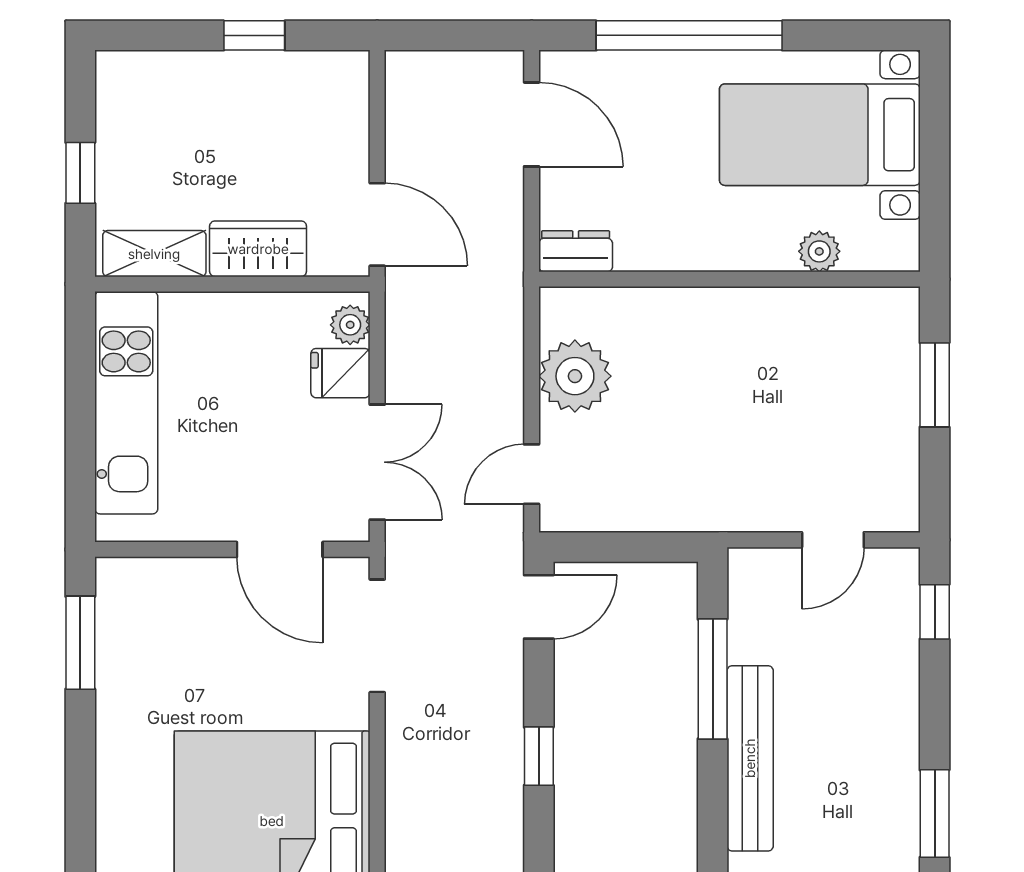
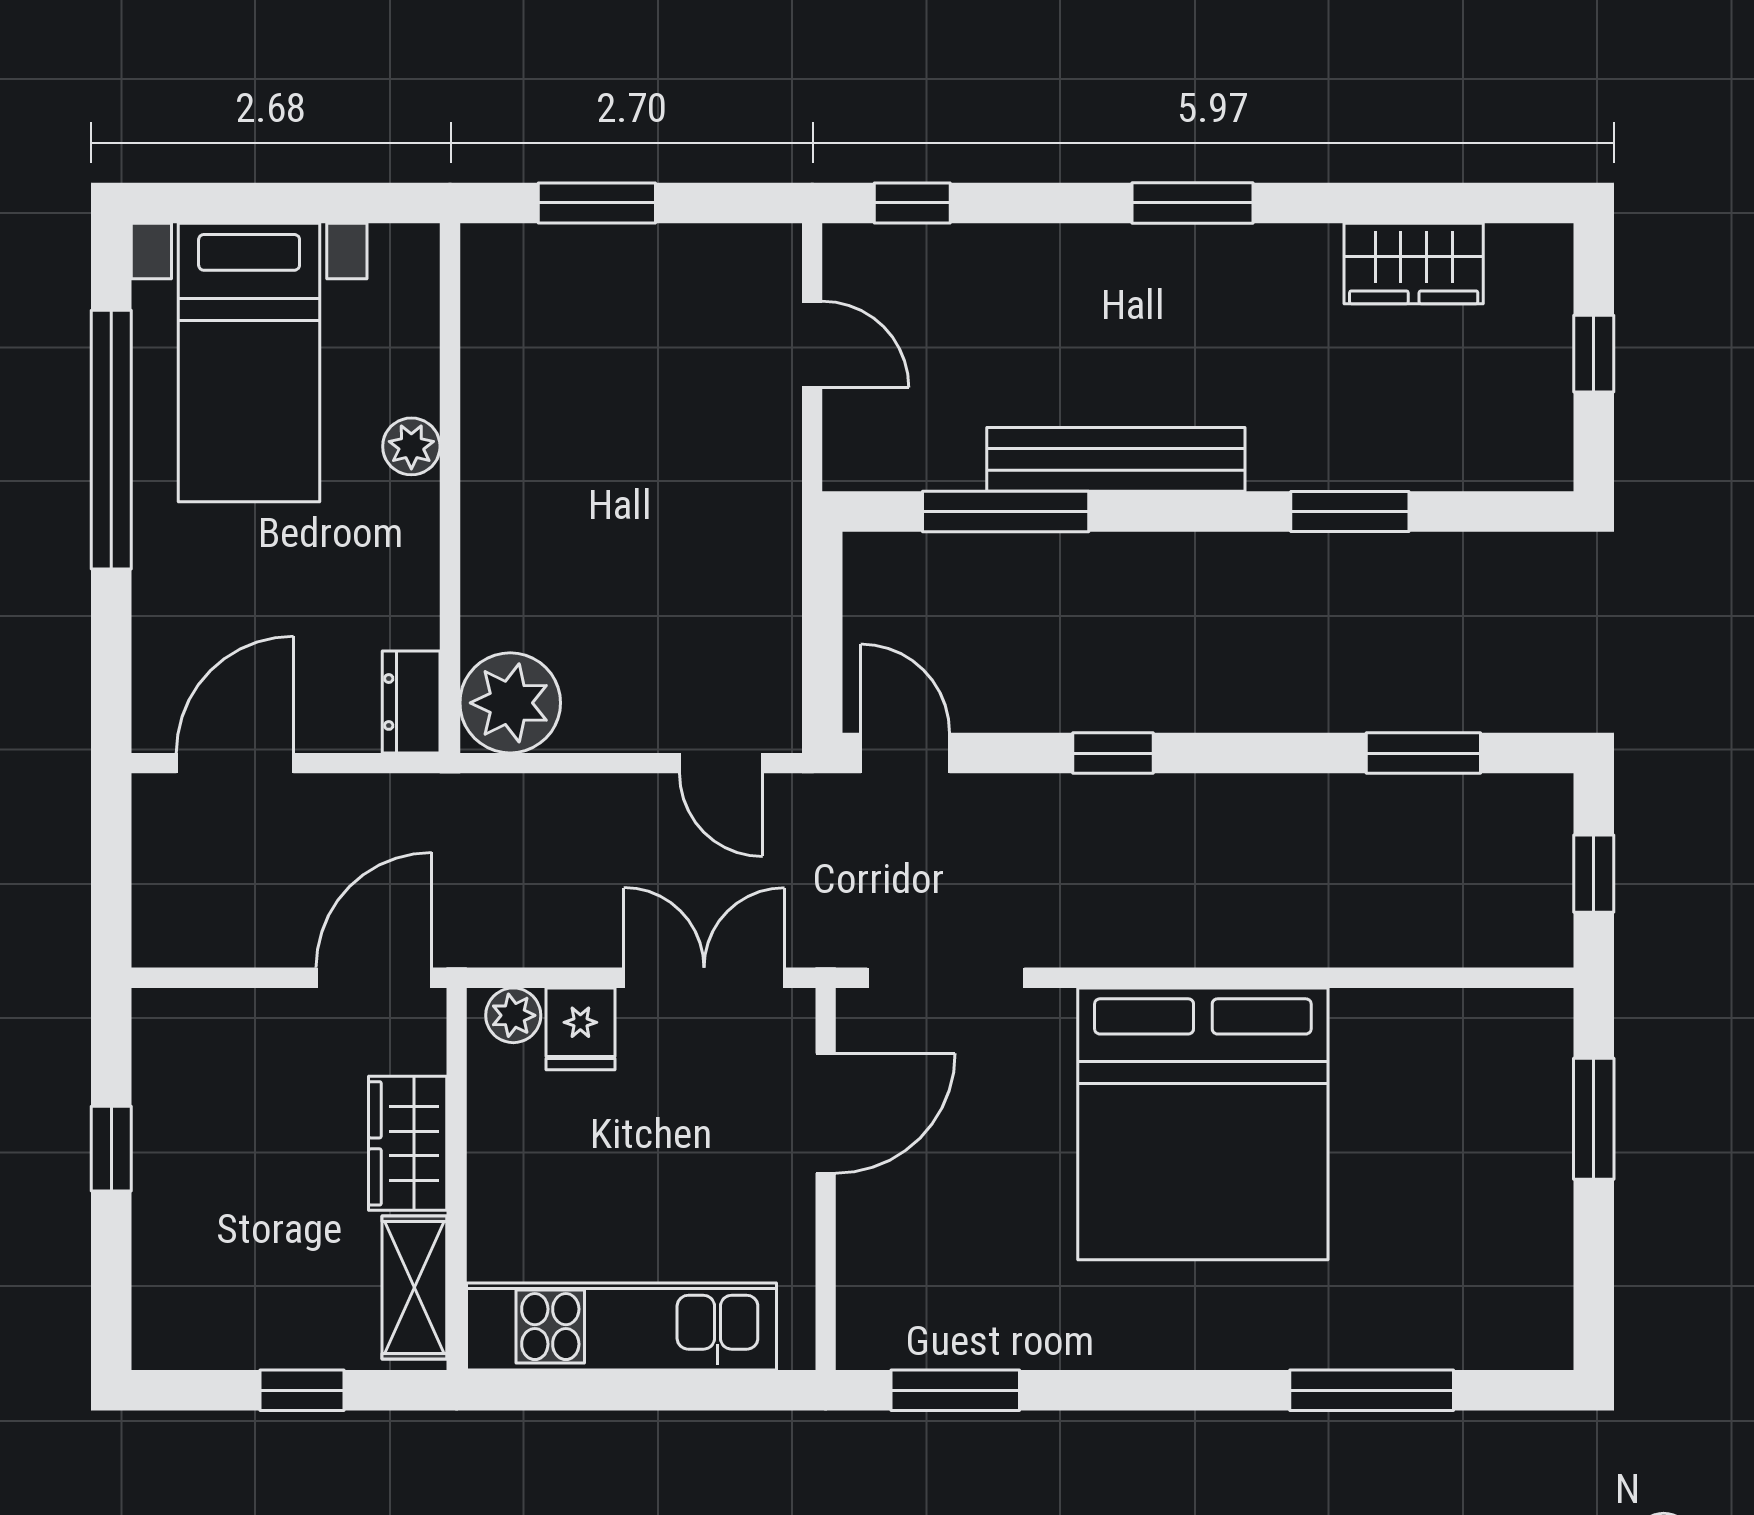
window: (689, 35) -> (111, 440), moved
plant: (819, 251) -> (411, 446), moved
plant: (575, 376) -> (510, 703), moved

